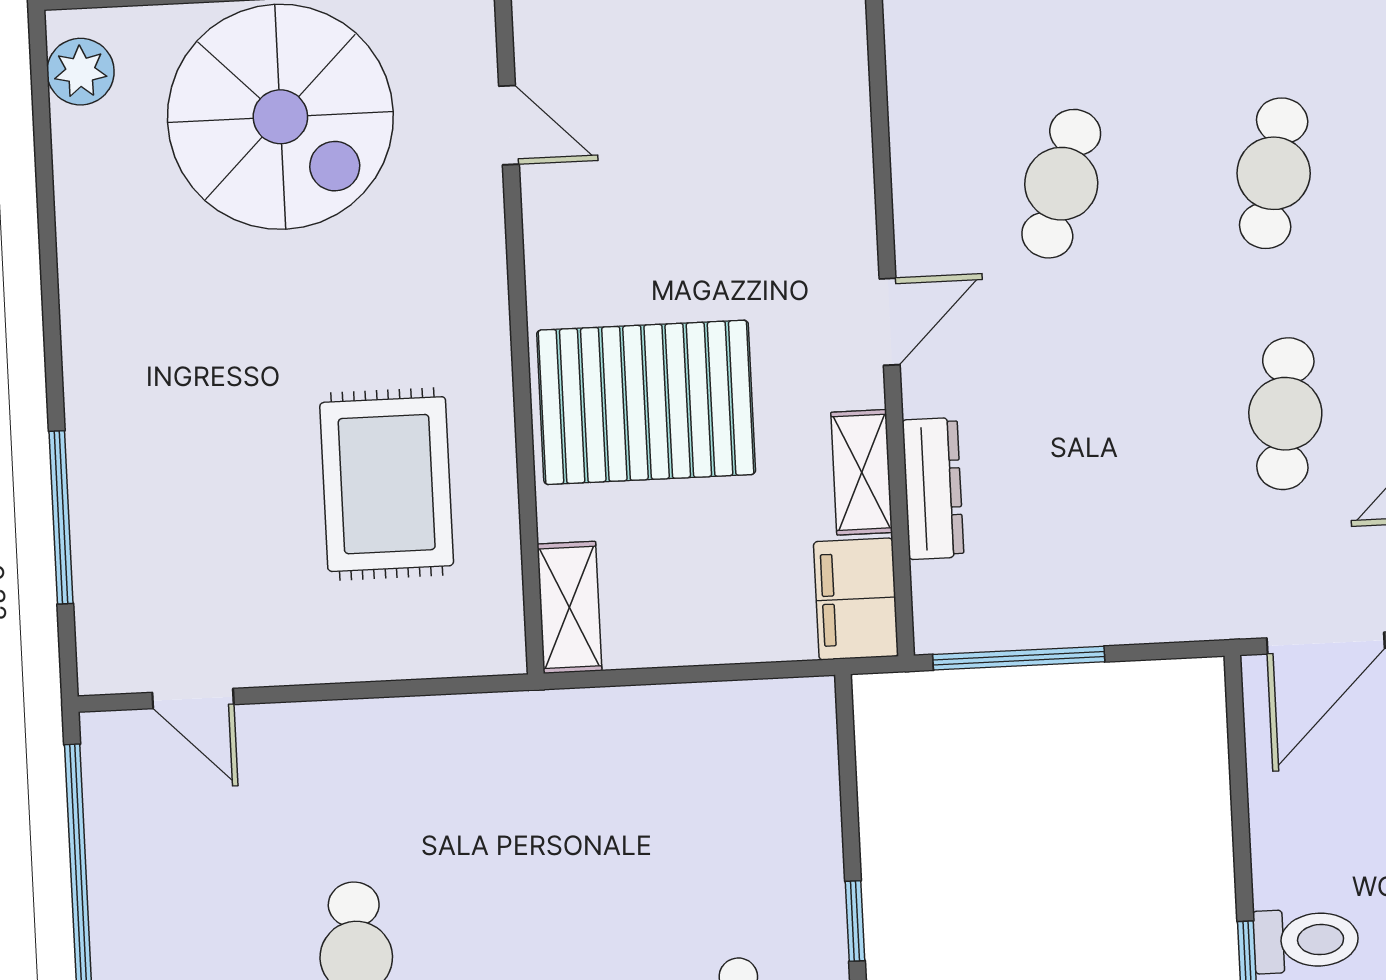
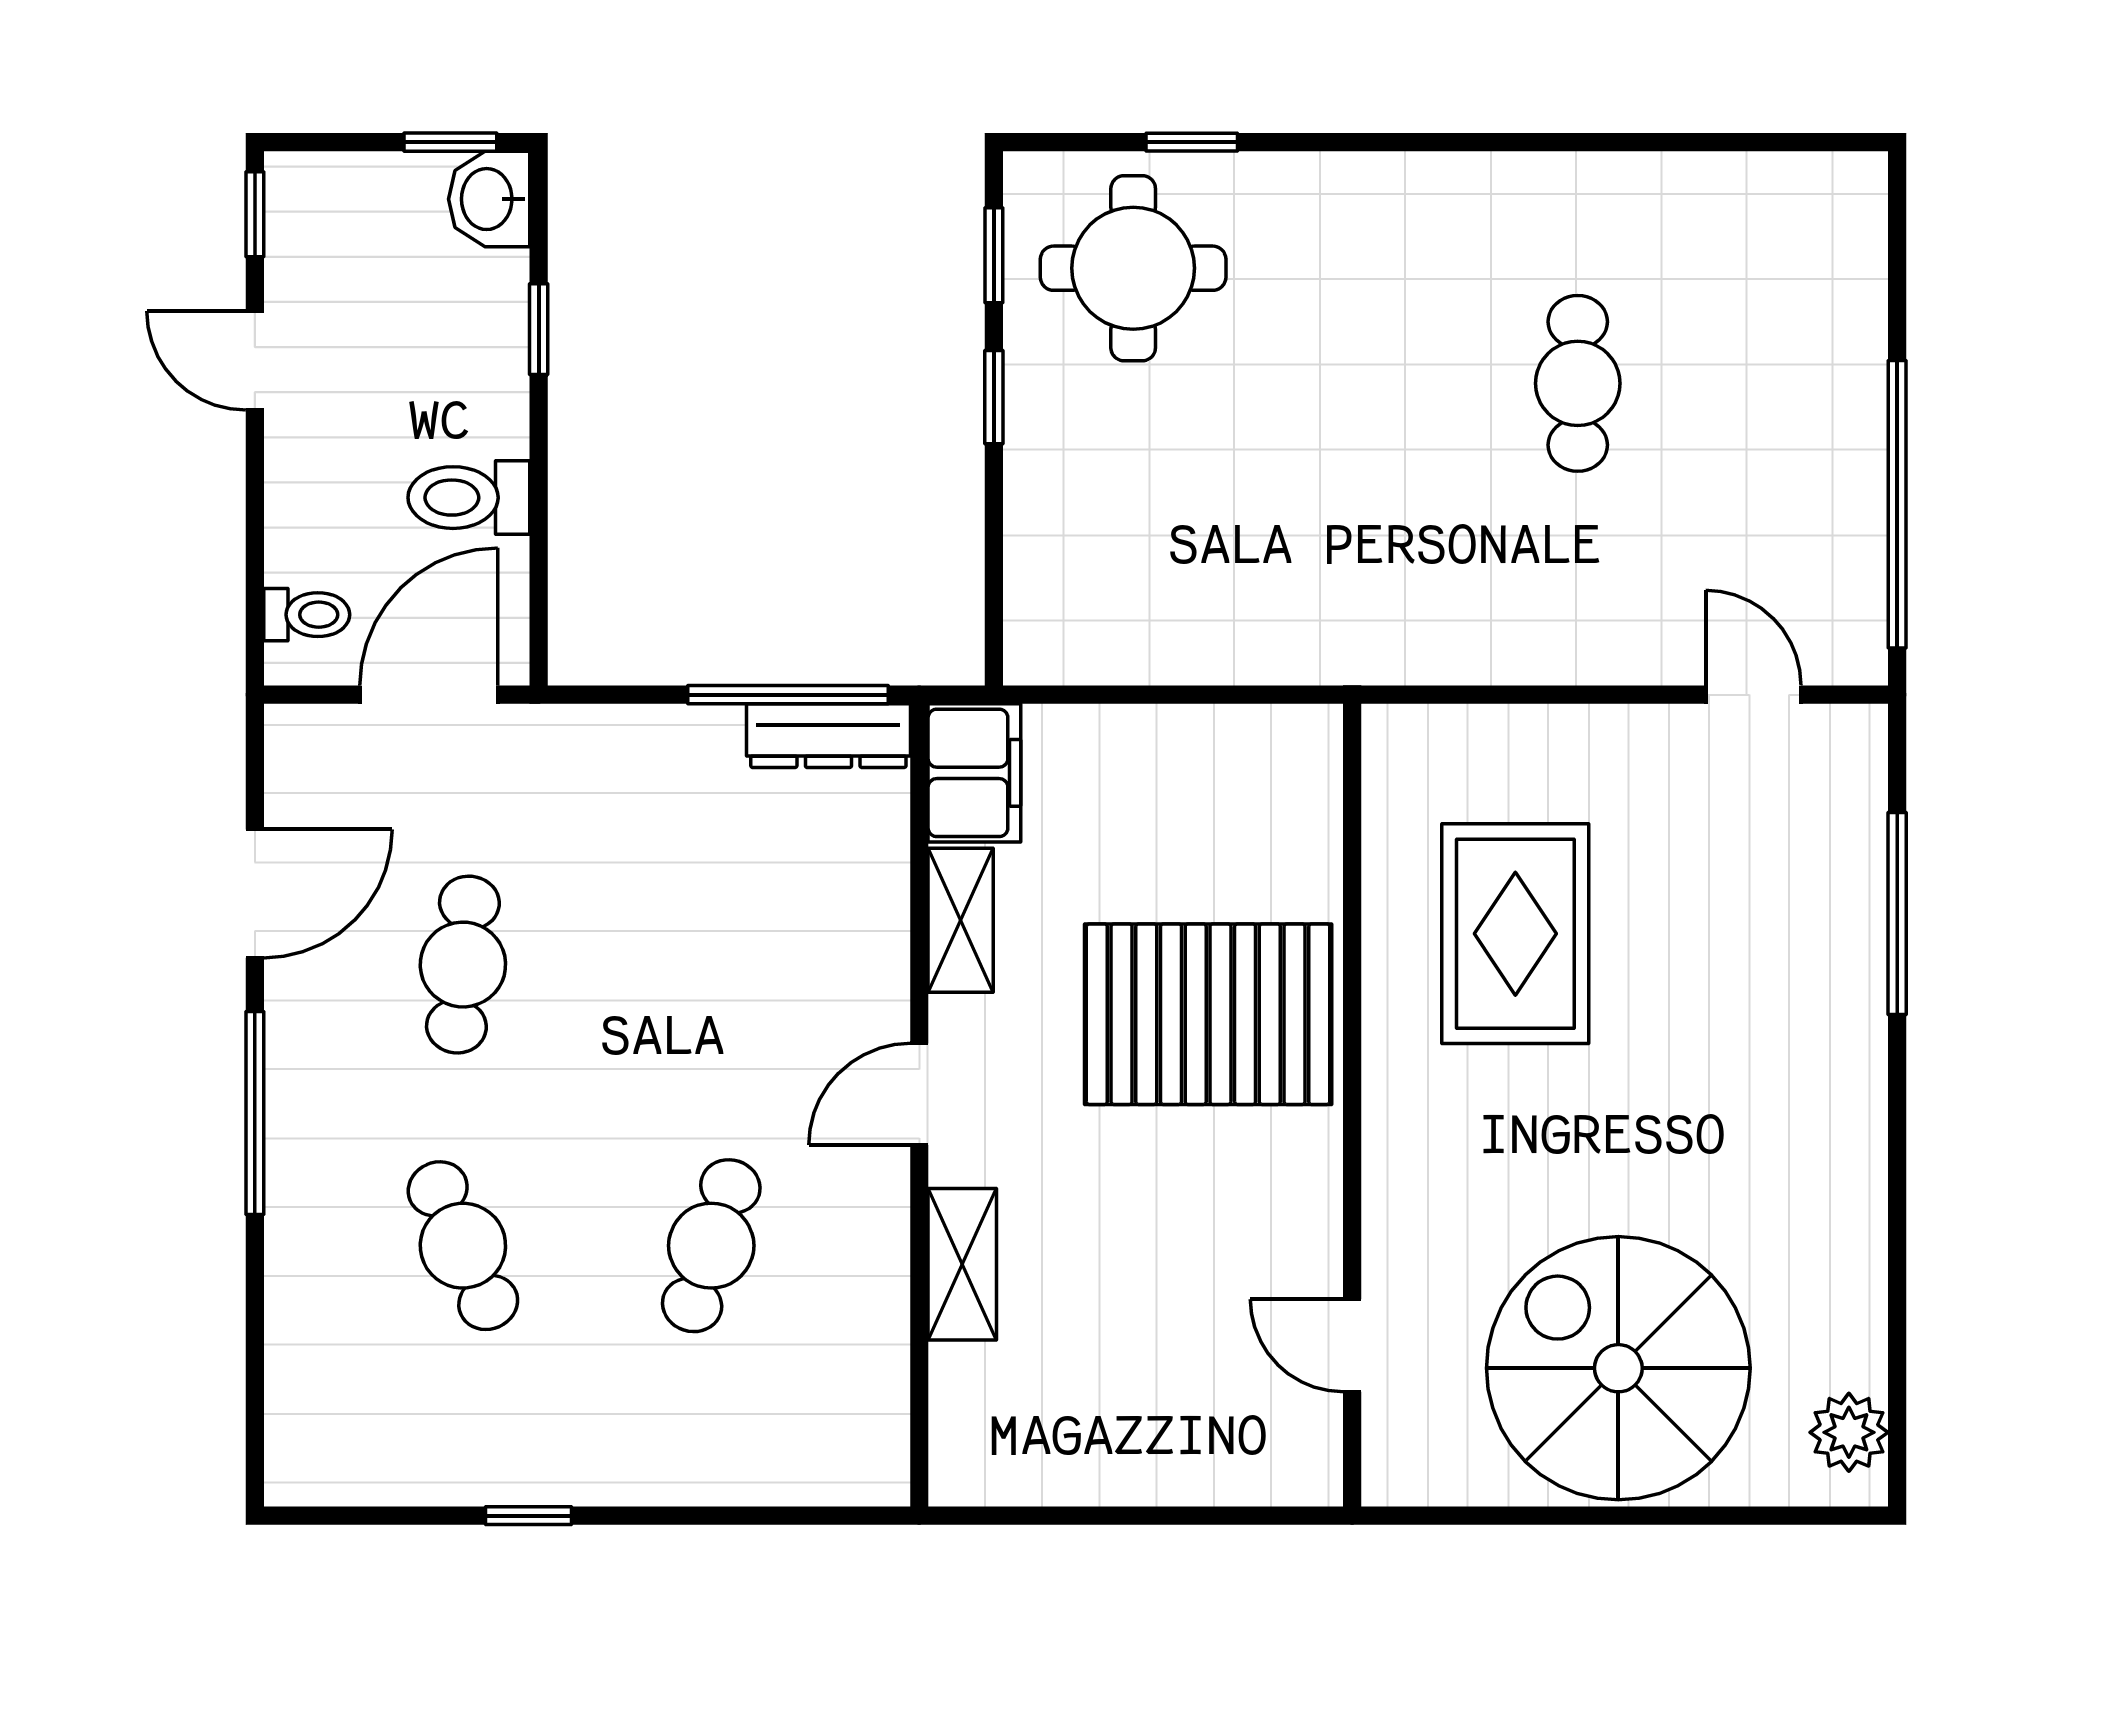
cafe table: (1274, 173) -> (463, 1246), turned -36
dresser: (933, 488) -> (828, 736), moved, turned -90
shelving: (569, 607) -> (962, 1264), moved
toilet: (1306, 940) -> (469, 498), moved

